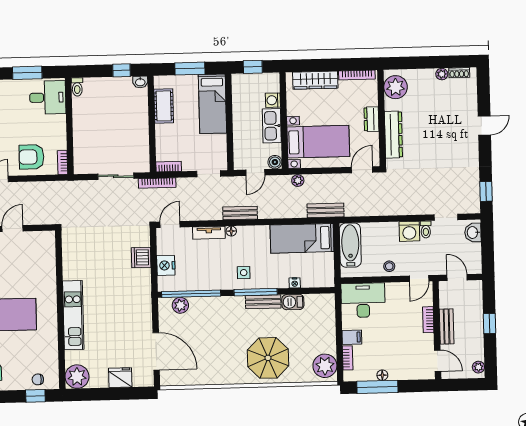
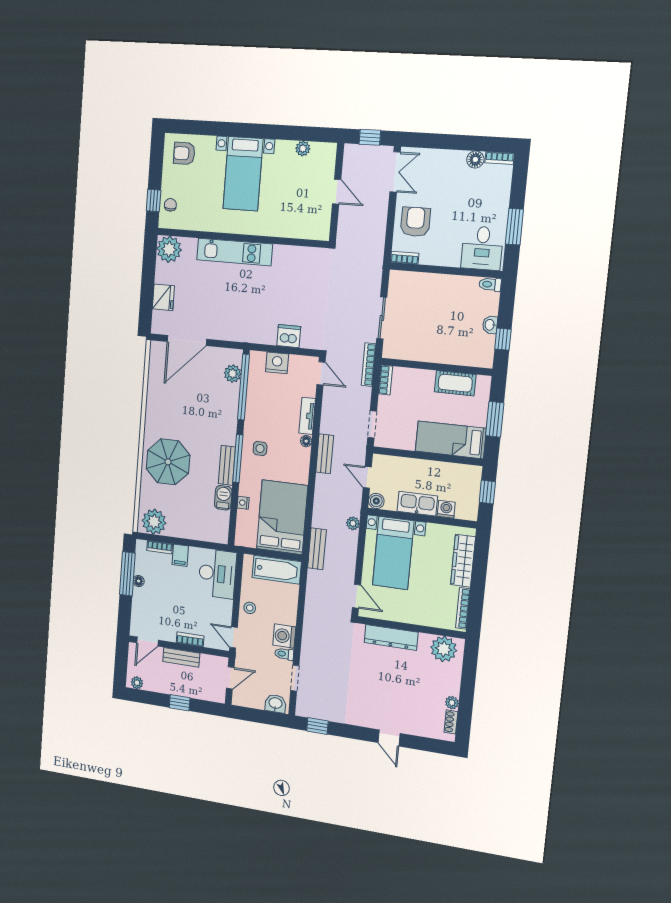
washbasin: (140, 82) -> (490, 325), moved
dresser: (371, 119) -> (411, 616), removed
bed: (302, 238) -> (282, 517), width x1.50

